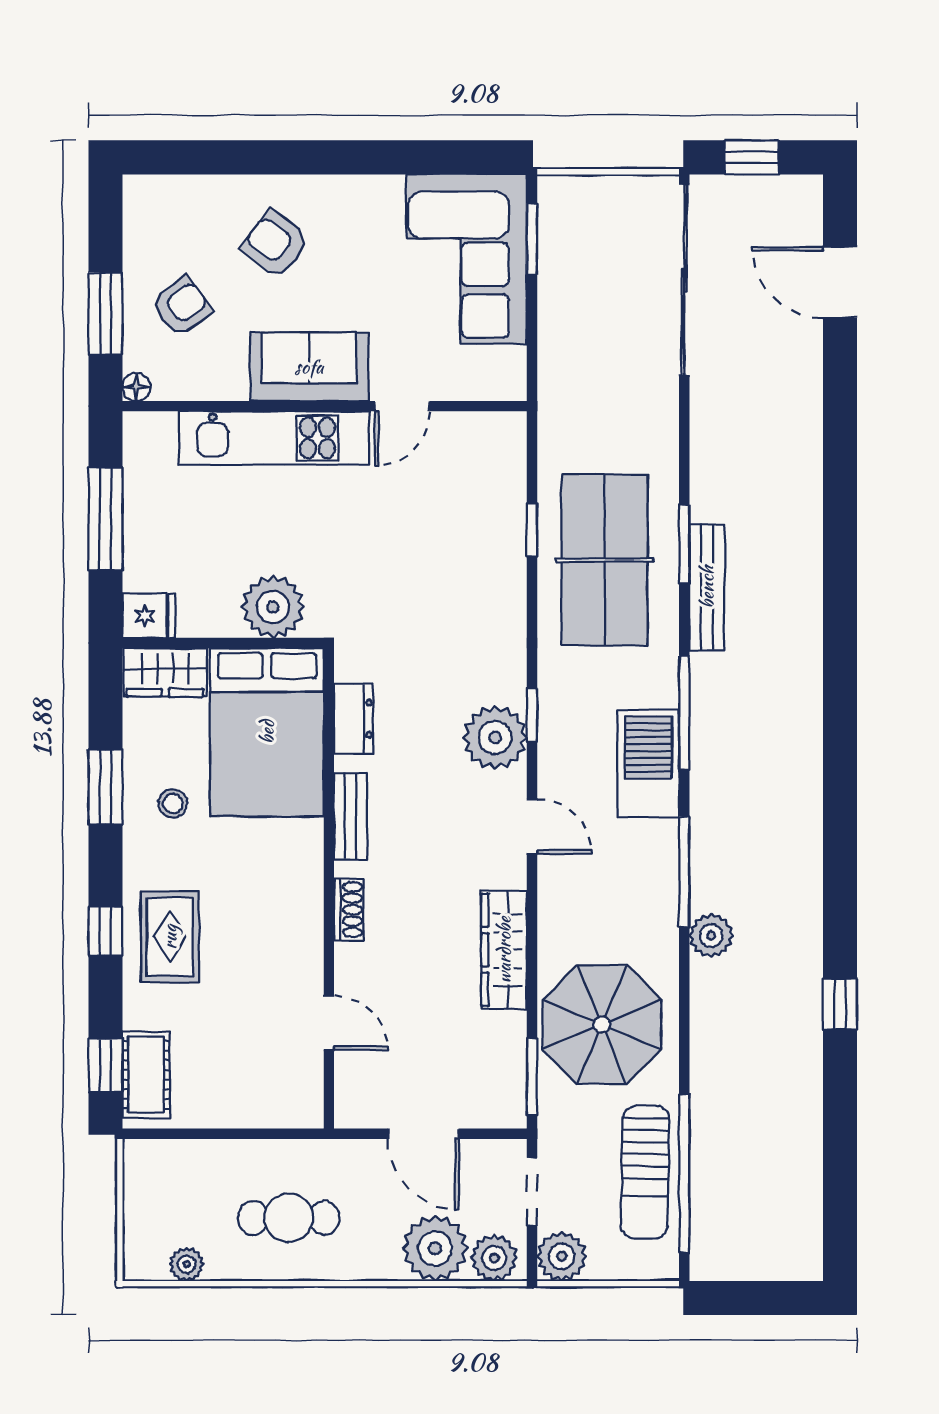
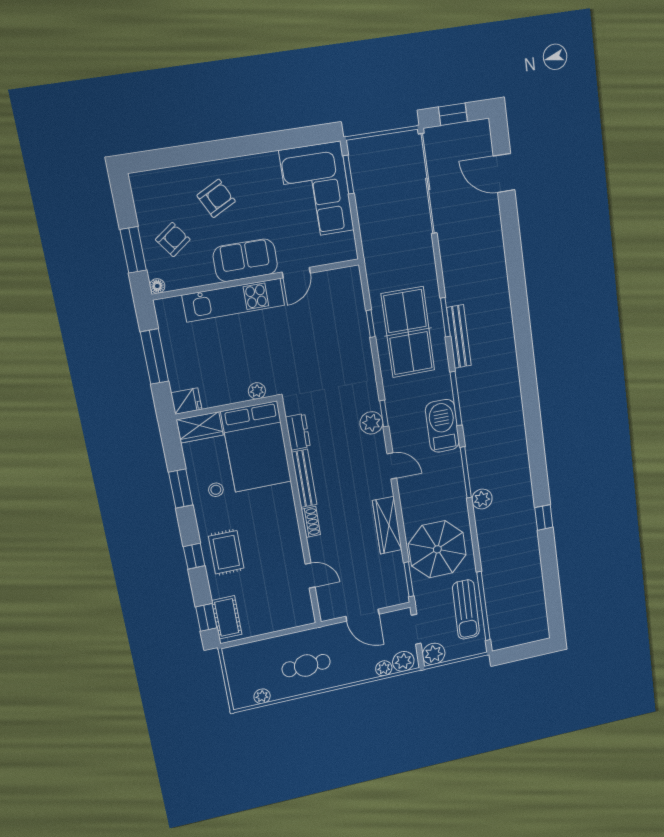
armchair: (275, 244) -> (216, 198), turned 116
plant: (273, 607) -> (257, 391), width x0.53, depth x0.53
plant: (495, 738) -> (371, 423), width x0.73, depth x0.73
bench: (351, 816) -> (304, 478), width x1.36
plant: (435, 1248) -> (384, 668), width x0.53, depth x0.53

